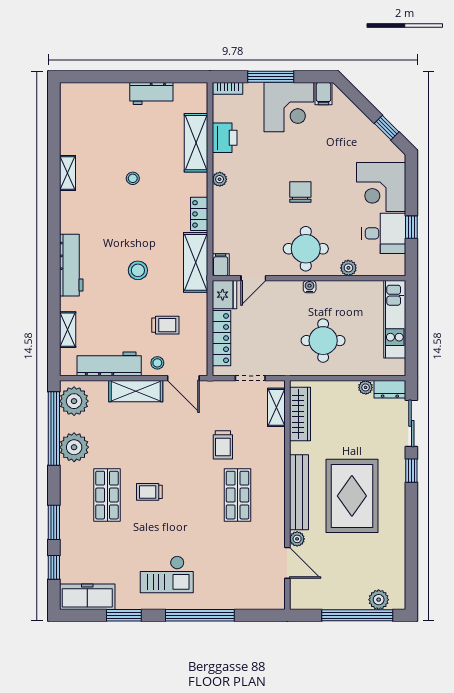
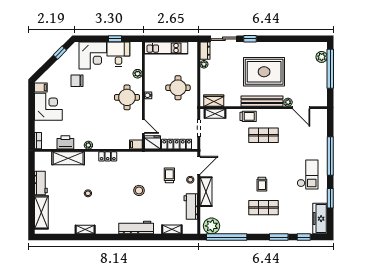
window: (271, 77) -> (32, 117), removed
chair: (300, 192) -> (77, 81), moved
shelving: (196, 262) -> (41, 212), moved, turned 90
workbench: (109, 364) -> (191, 206), width x0.73
wardrobe: (300, 414) -> (214, 101), width x0.67
trolley: (223, 445) -> (248, 116), moved
plant: (74, 447) -> (237, 226), removed
door: (287, 563) -> (301, 108), swing flipped

